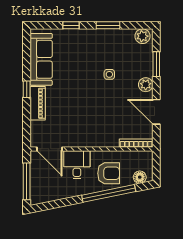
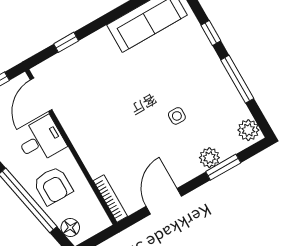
window: (108, 25) -> (237, 79), width x1.44
plant: (146, 85) -> (209, 158), moved
window: (27, 89) -> (66, 42), moved
piano: (38, 103) -> (90, 47), removed

